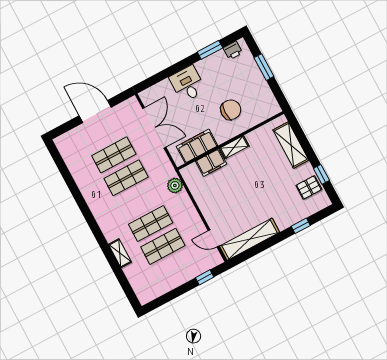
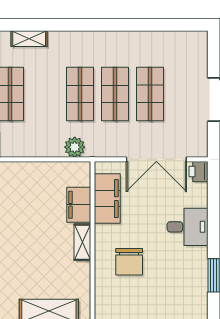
printer: (233, 50) -> (198, 172), moved
shop shelf: (151, 223) -> (80, 94), moved

